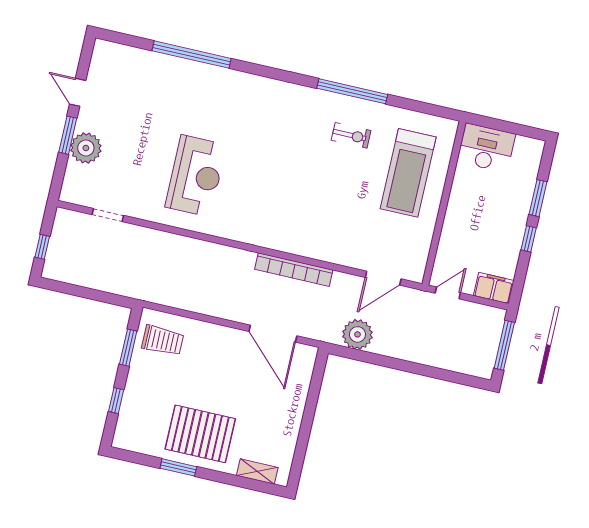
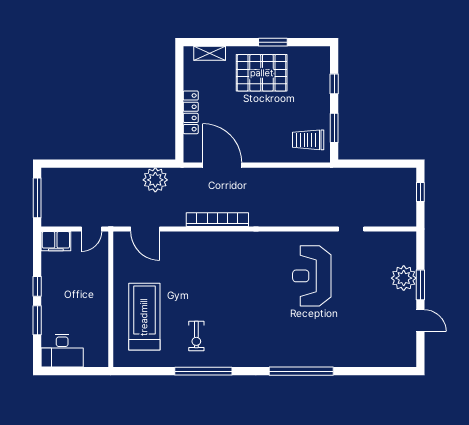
window: (192, 55) -> (301, 371), moved
exercise bike: (351, 135) -> (196, 336), turned -90
desk: (486, 148) -> (62, 351), moved
doorway: (108, 215) -> (351, 229), moved
door: (383, 278) -> (145, 229), swing flipped
locker: (296, 406) -> (191, 112), added

